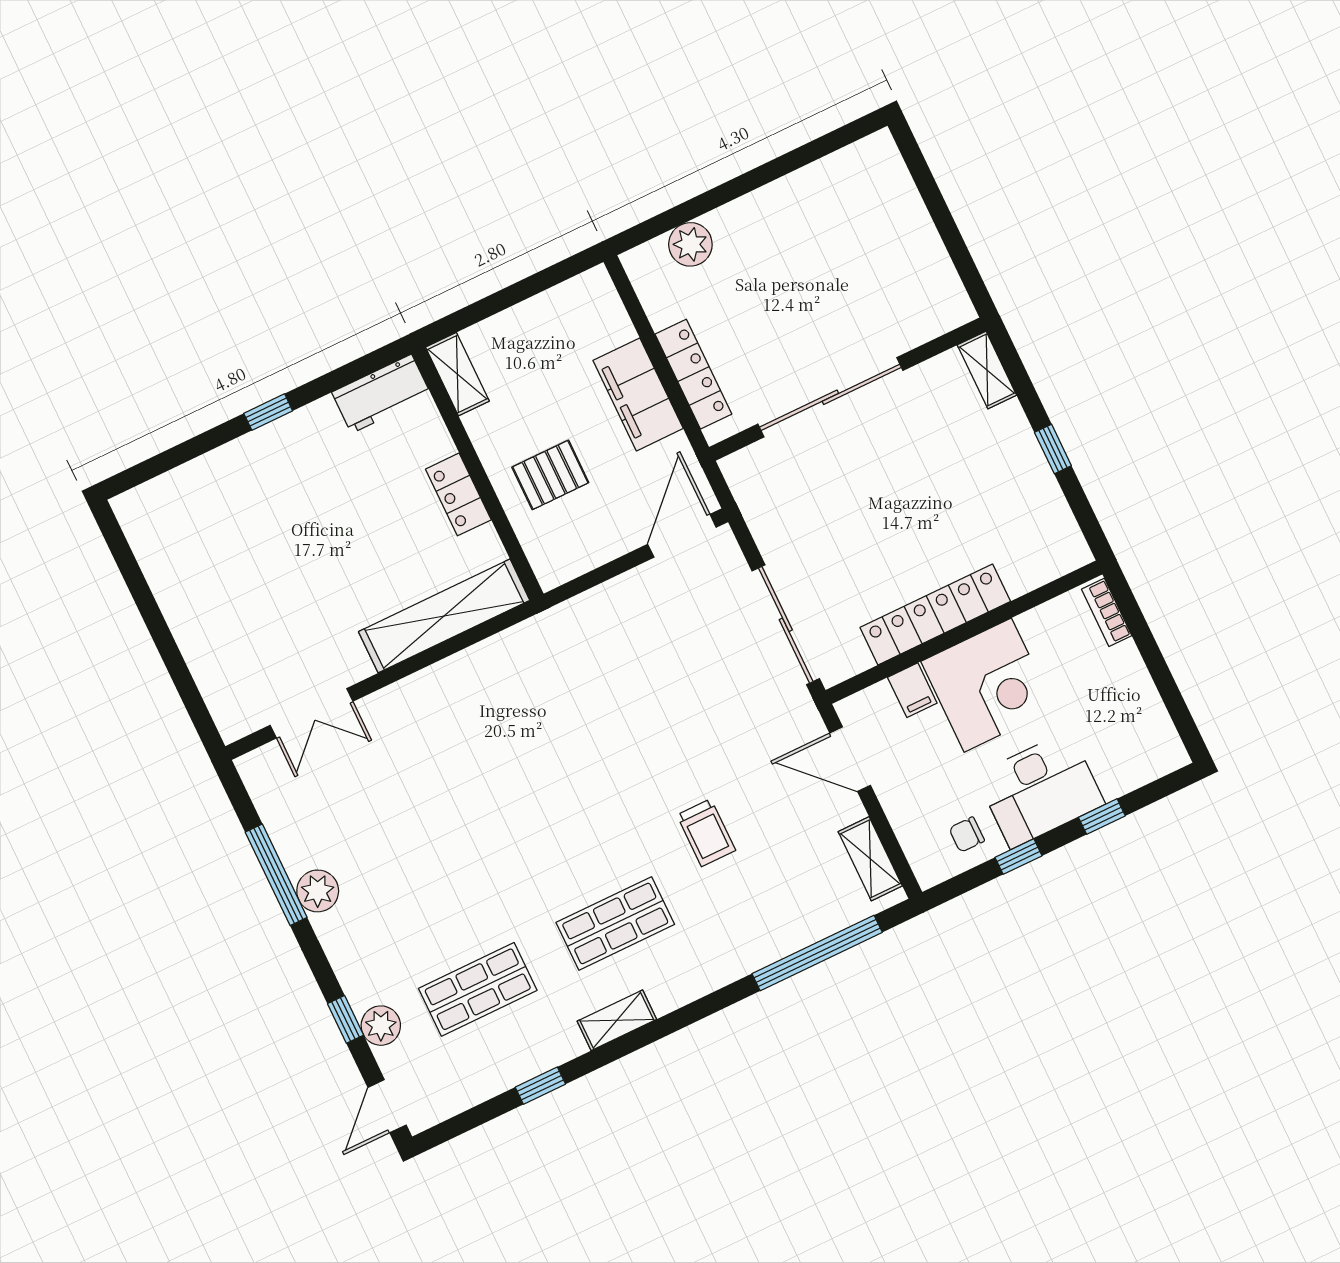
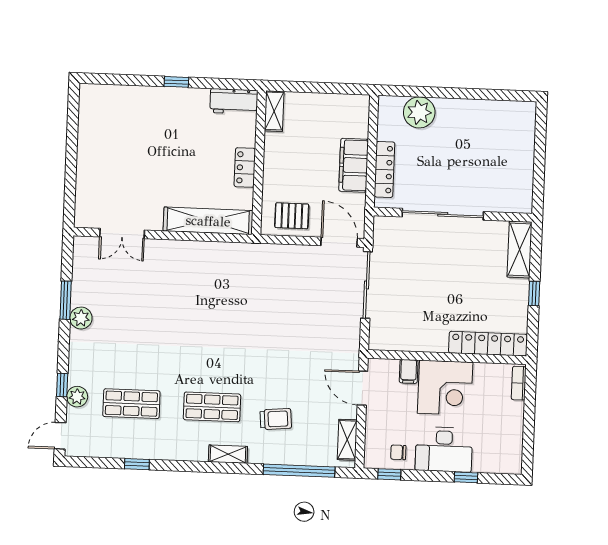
plant: (690, 244) -> (419, 112), width x1.36, depth x1.36
shelving: (987, 370) -> (520, 249), width x1.50, depth x1.33
pallet: (550, 475) -> (292, 216), moved
door: (682, 536) -> (339, 242), hinge flipped
locker: (935, 614) -> (488, 344), moved
sliding door: (786, 625) -> (367, 285), moved
trolley: (706, 833) -> (276, 419), moved, turned -95
window: (1018, 857) -> (389, 474), moved
window: (276, 875) -> (66, 300), width x0.69
shelving: (617, 1020) -> (228, 454), moved

